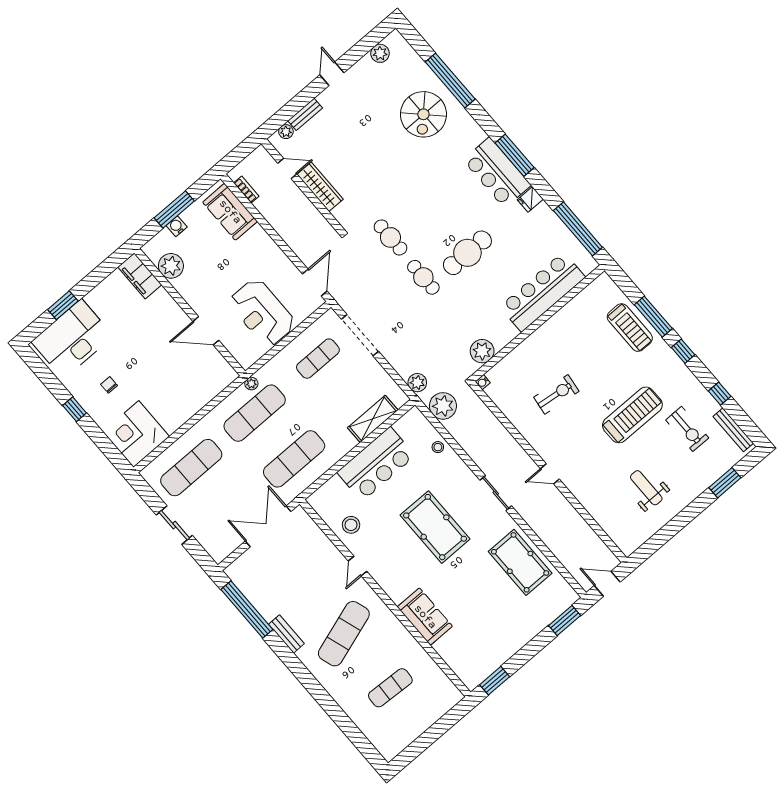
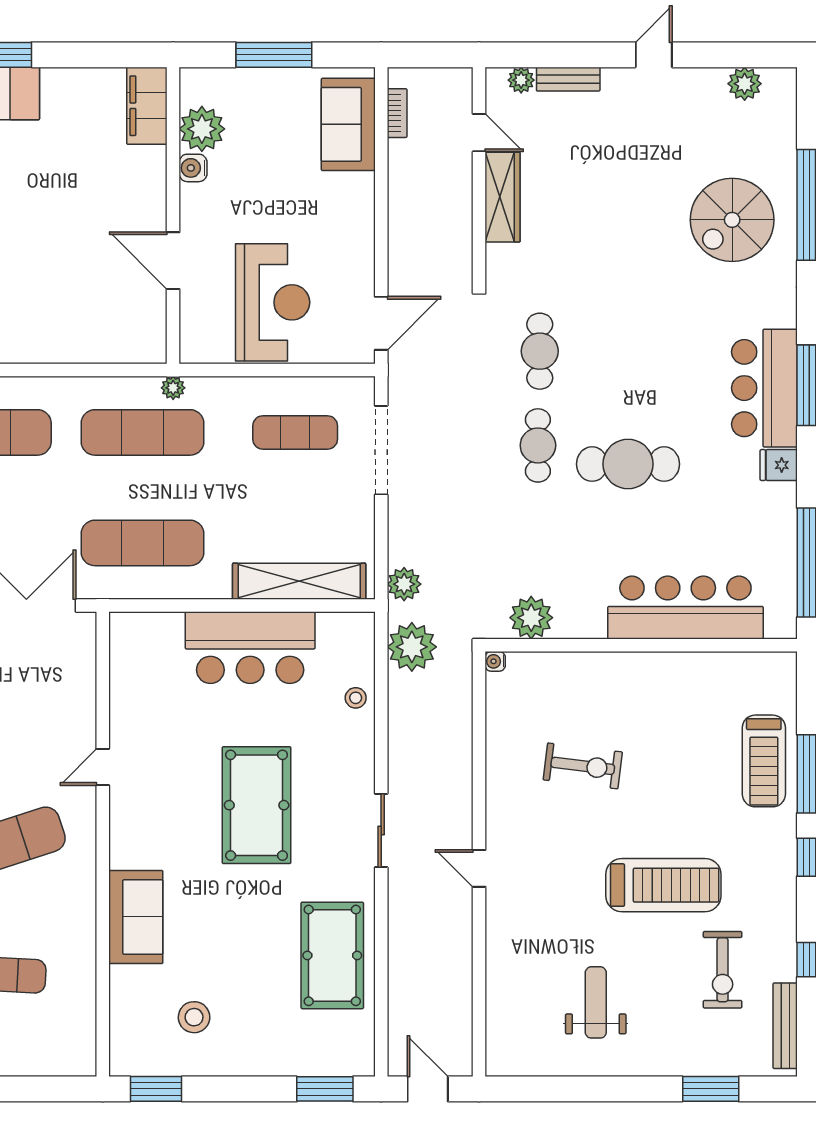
water cooler: (177, 226) -> (193, 168), moved, turned -90
reception desk: (262, 313) -> (273, 302), turned 180
shelving: (373, 419) -> (299, 581), width x1.47
stool: (351, 525) -> (194, 1017), moved

